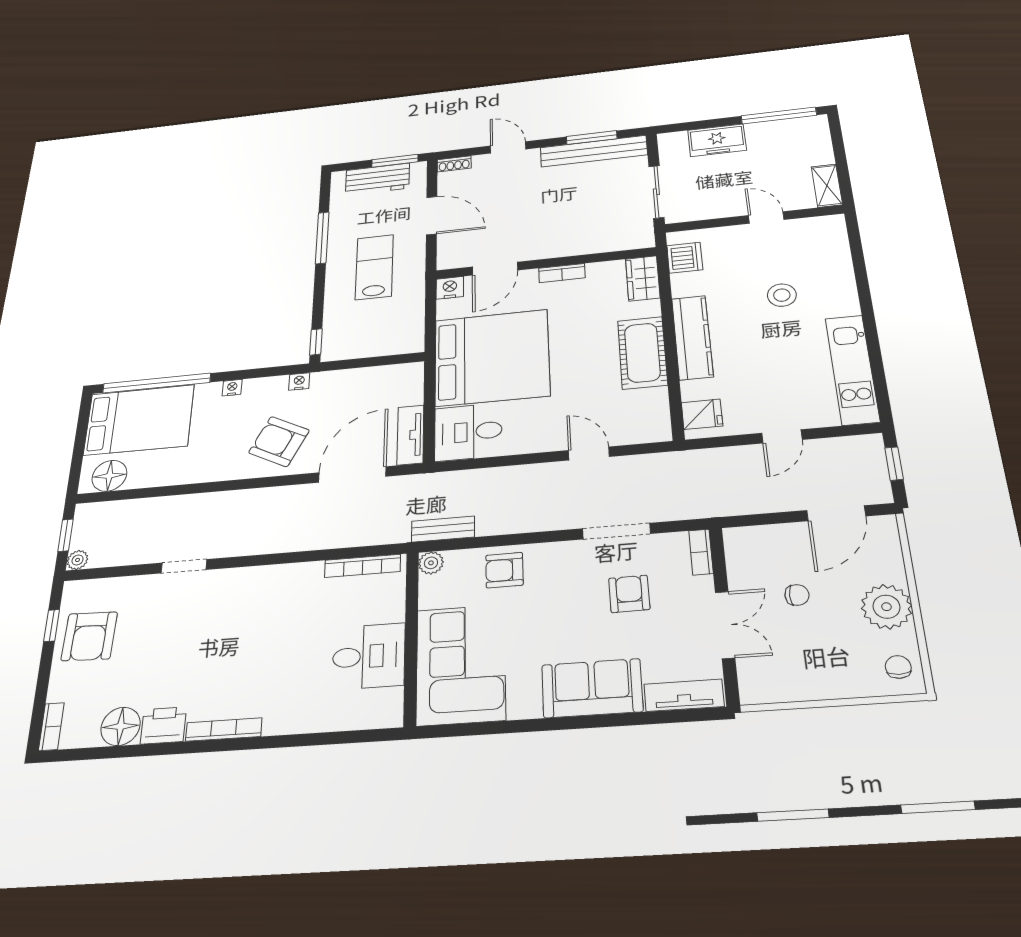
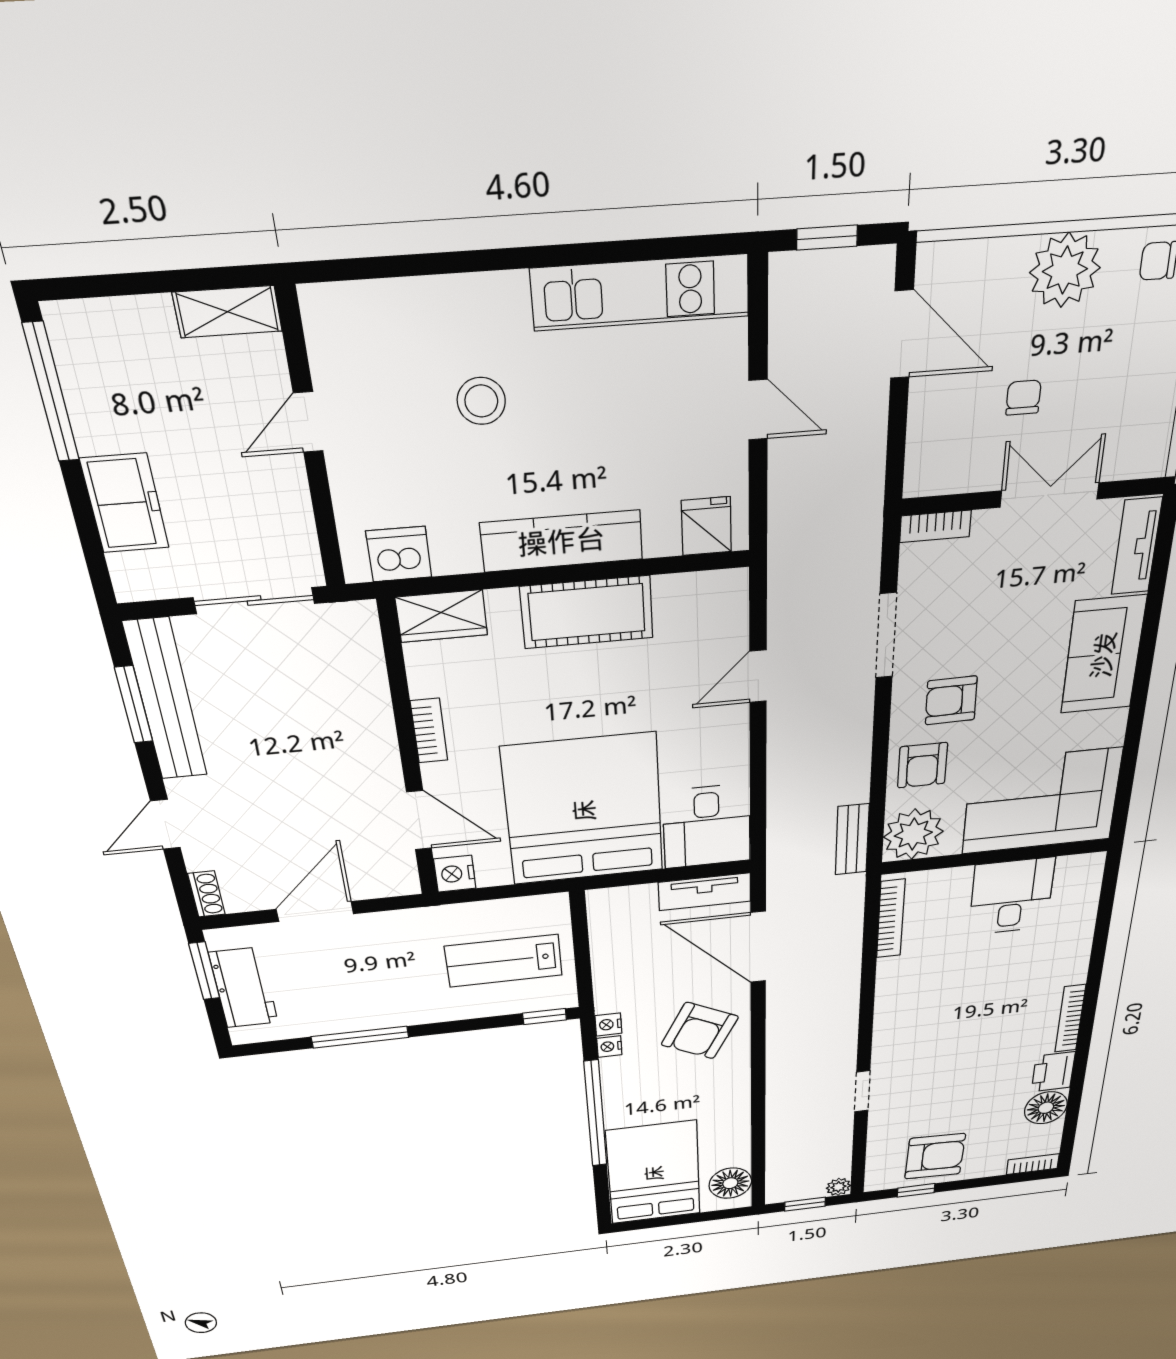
lab bench: (374, 267) -> (504, 961), moved
window: (157, 383) -> (595, 1114), moved
nightstand: (232, 388) -> (609, 1047), moved
plant: (431, 563) -> (913, 834), width x1.87, depth x1.87
armchair: (629, 594) -> (951, 700), moved

